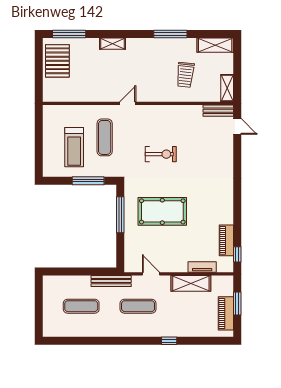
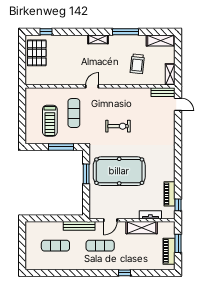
window: (69, 34) -> (46, 32), width x0.46
shelving: (112, 44) -> (98, 39), moved
pool table: (162, 211) -> (119, 171), width x1.36, depth x1.32
window: (120, 215) -> (86, 174), width x0.69
door: (151, 274) -> (110, 220), swing flipped

